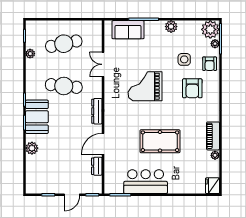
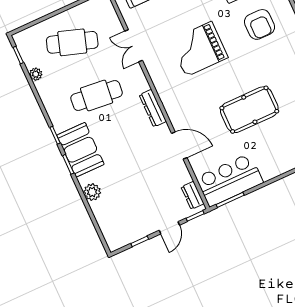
cafe table: (64, 44) -> (72, 42), turned 30
door: (103, 144) -> (179, 146), swing flipped
dresser: (97, 166) -> (193, 195), moved
bar counter: (146, 182) -> (230, 180), moved

